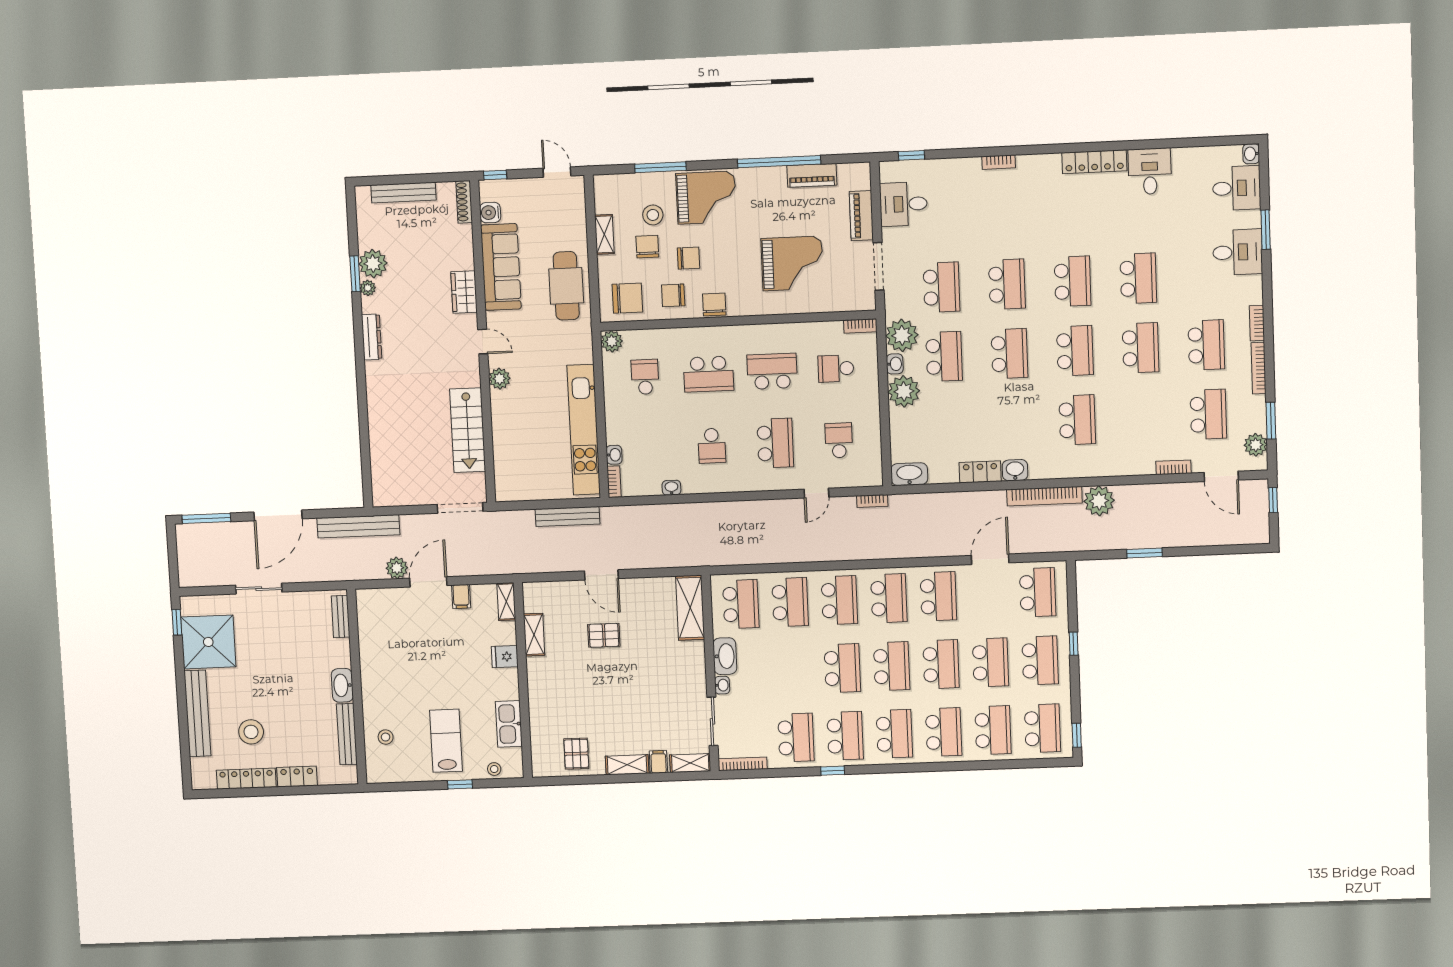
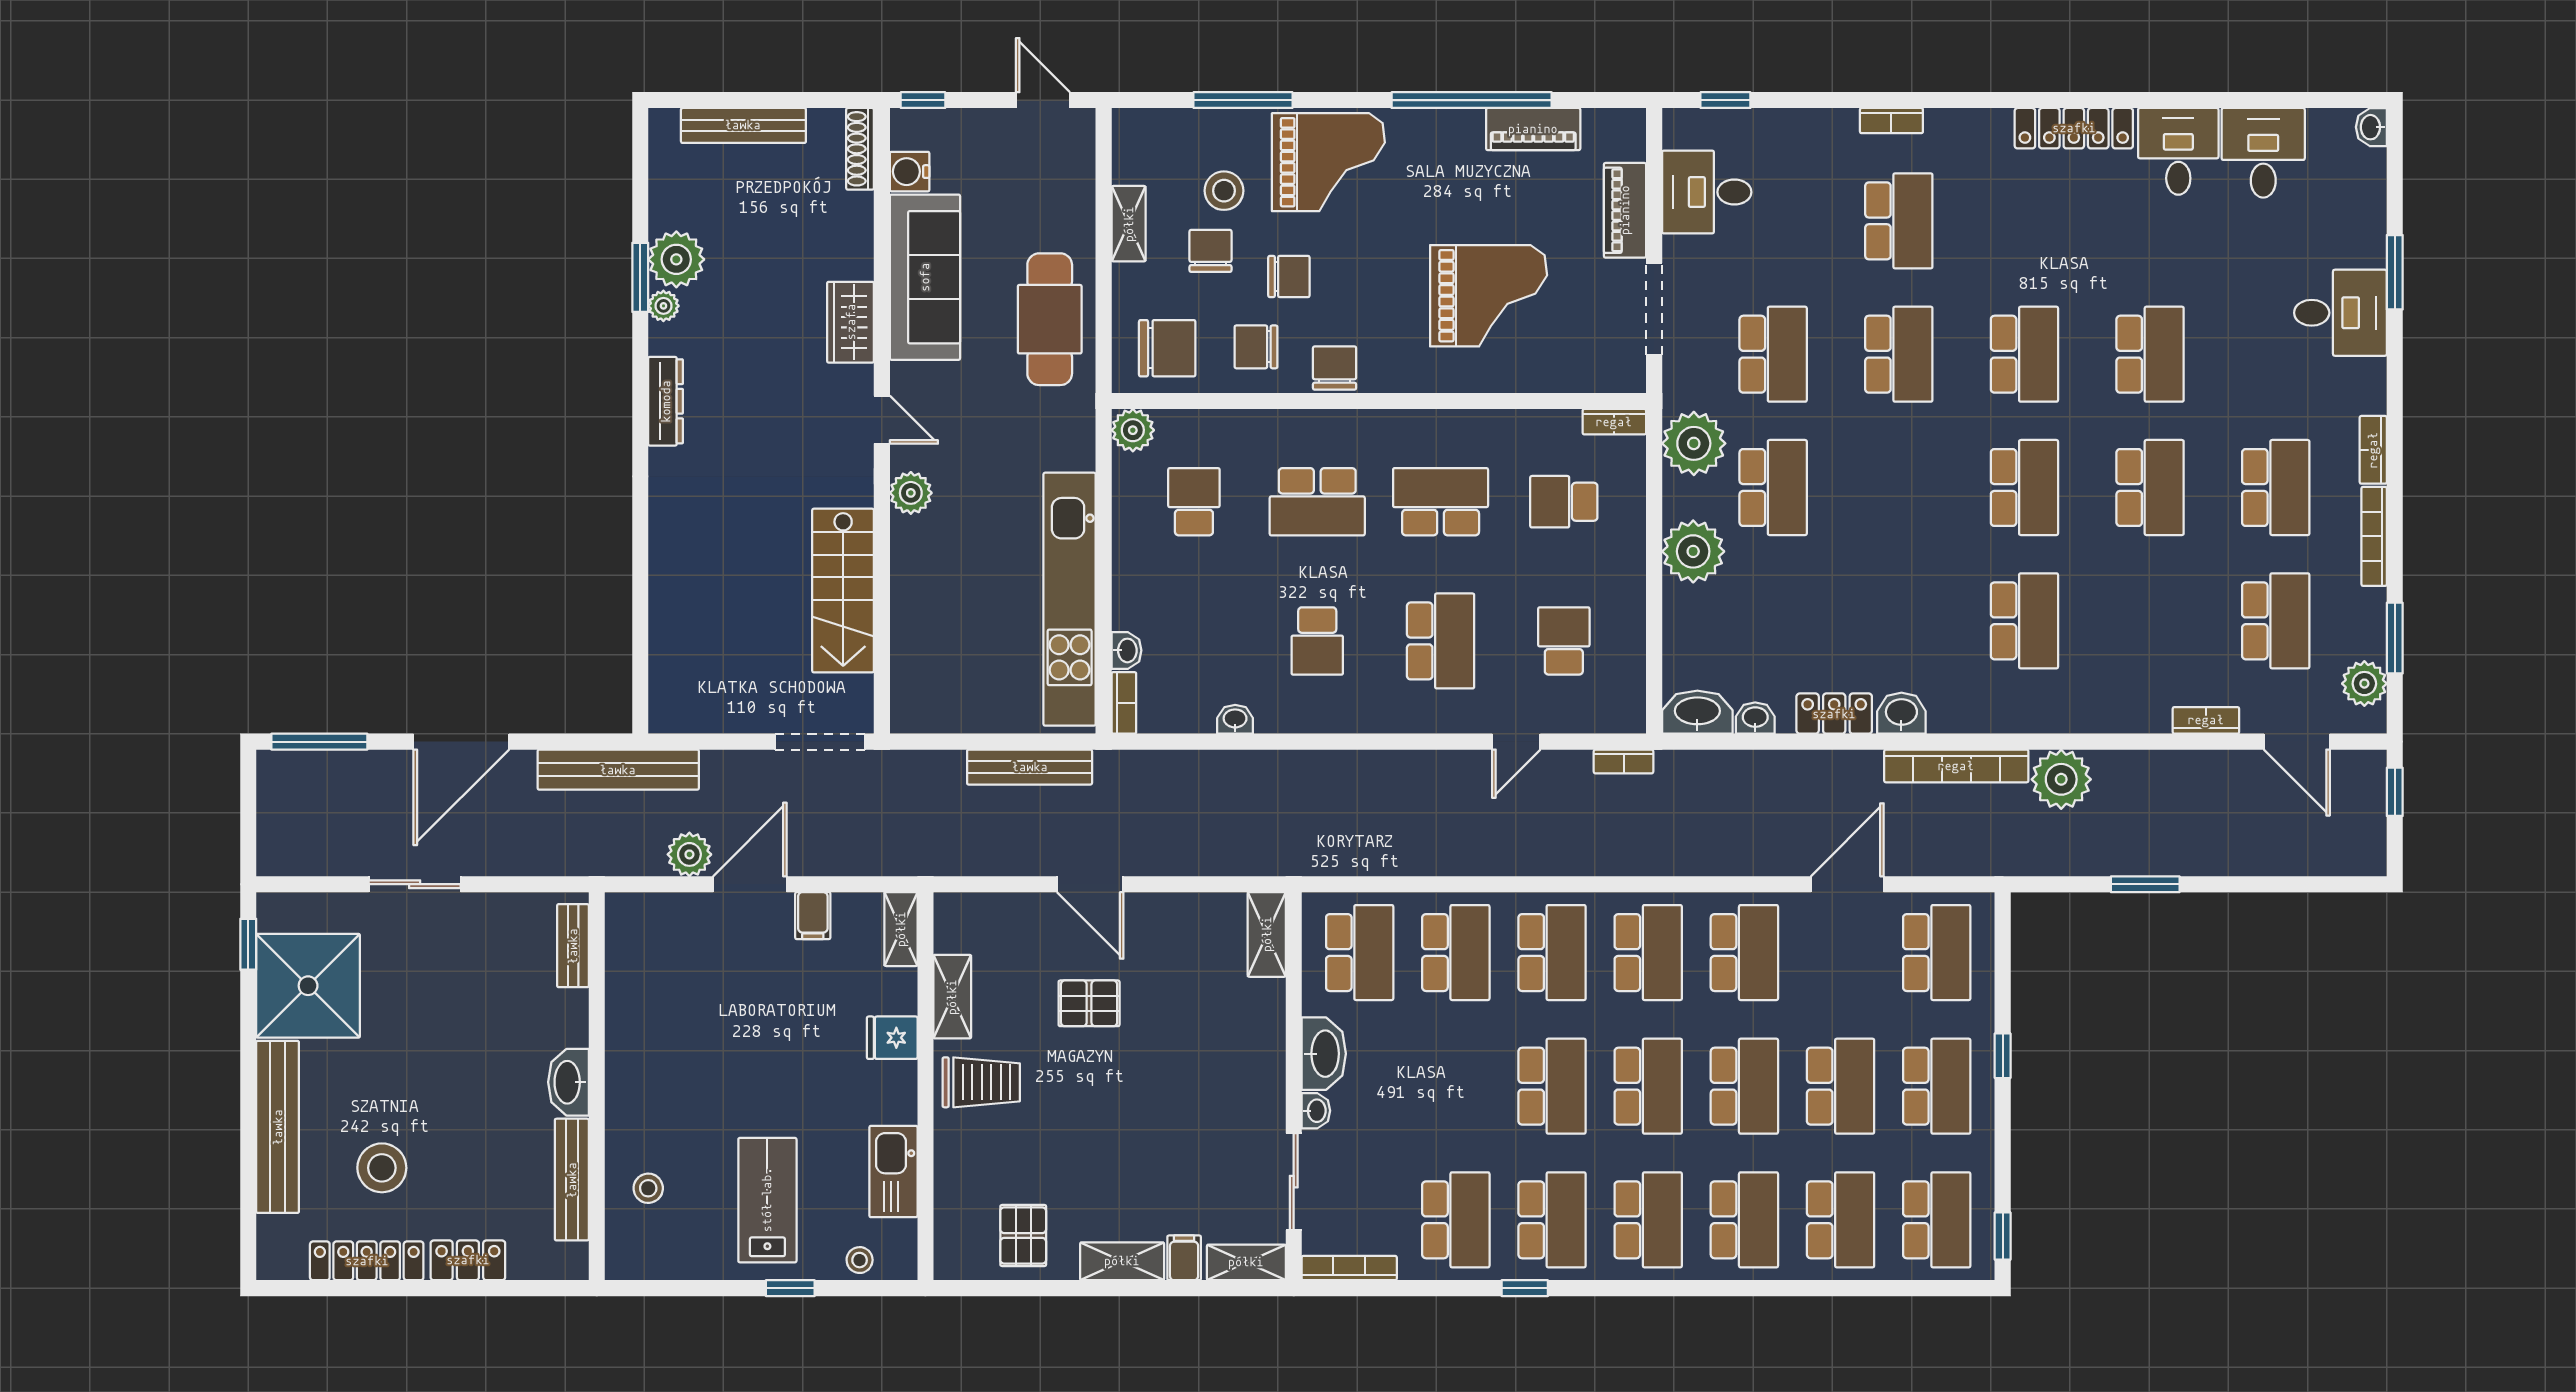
desk: (1237, 188) -> (2263, 153), moved, turned -90
school desk: (1009, 354) -> (1899, 221), moved
washbasin: (895, 364) -> (1755, 718), moved, turned -90
shelving: (690, 608) -> (1267, 934), width x0.67, depth x0.75
trolley: (551, 677) -> (981, 1082), added

